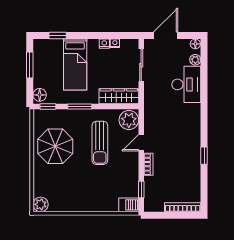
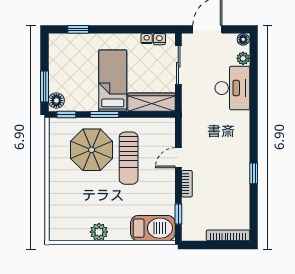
nightstand: (104, 44) -> (159, 39), moved
bed: (75, 64) -> (113, 81), moved, turned 180
window: (30, 65) -> (45, 87), moved
plant: (129, 120) -> (163, 131), removed
parasol: (55, 146) -> (92, 150), moved
plant: (41, 204) -> (99, 232), moved
barbecue: (129, 205) -> (153, 228), width x1.88, depth x1.53

